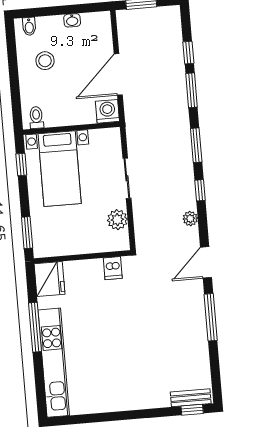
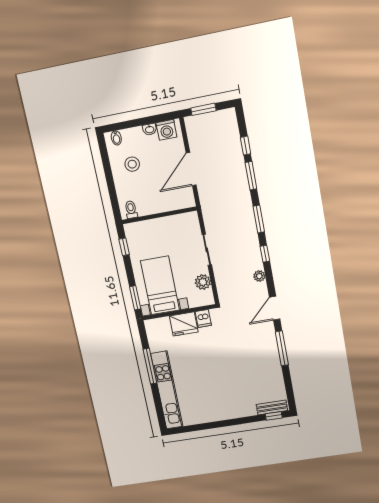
washing machine: (107, 111) -> (166, 130), moved, turned 180
bed with nightstands: (60, 169) -> (160, 285), moved, turned 180
fridge: (50, 279) -> (184, 324), moved, turned 90

